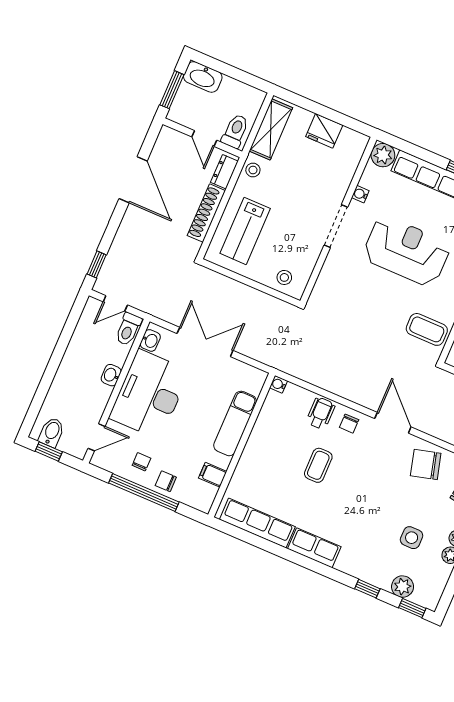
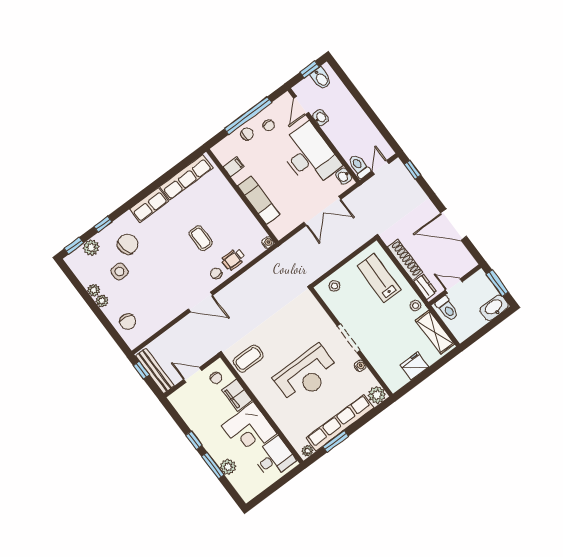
washbasin: (111, 375) -> (321, 118), moved
wheelchair: (321, 413) -> (233, 259), turned 90
chair: (426, 465) -> (128, 244), moved

